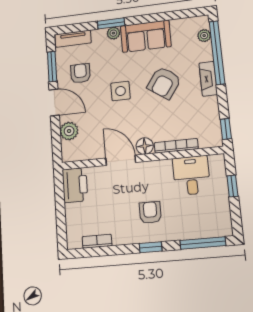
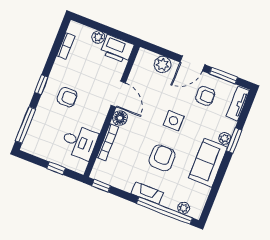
armchair: (164, 83) -> (162, 158), turned 55
door: (121, 160) -> (118, 94), hinge flipped
plant: (72, 211) -> (98, 37), added

